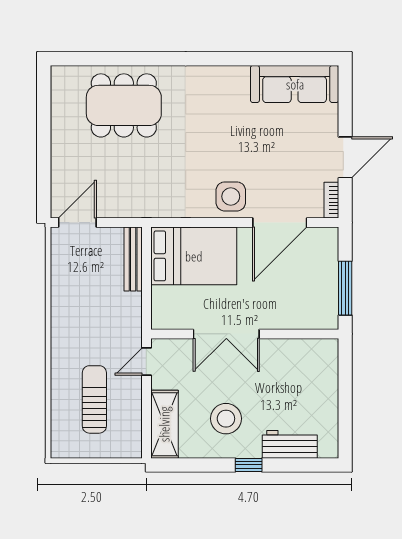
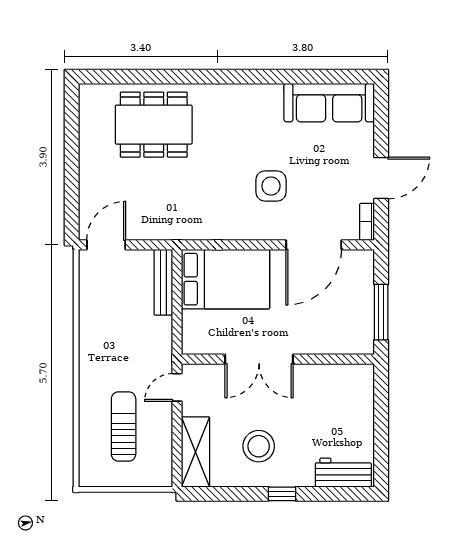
side table: (231, 196) -> (271, 186), moved
workbench: (290, 444) -> (343, 473), moved

